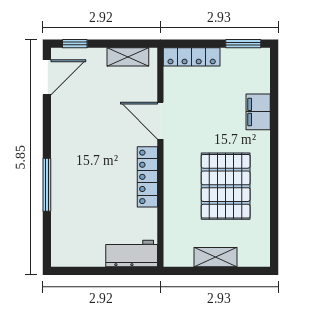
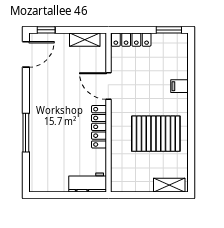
filing cabinet: (258, 112) -> (179, 86), width x0.50
pallet: (226, 186) -> (156, 134), turned 90
shelving: (216, 257) -> (169, 185), moved

